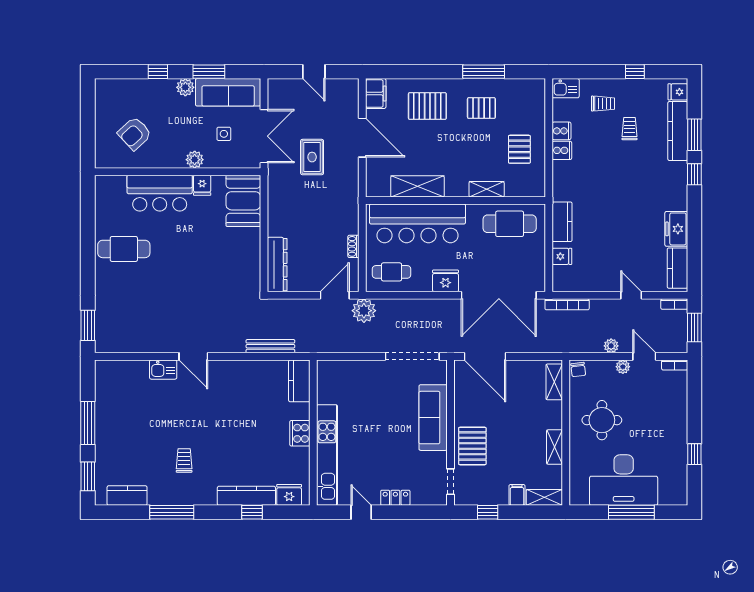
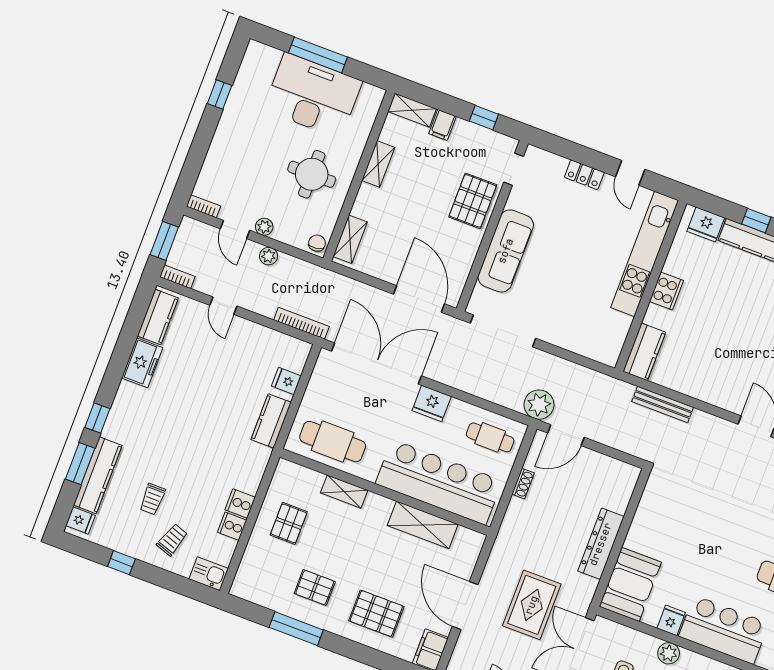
trolley: (603, 104) -> (172, 540), turned 109
rug: (312, 157) -> (532, 605), width x1.36, depth x1.43
dresser: (277, 265) -> (601, 544), moved

